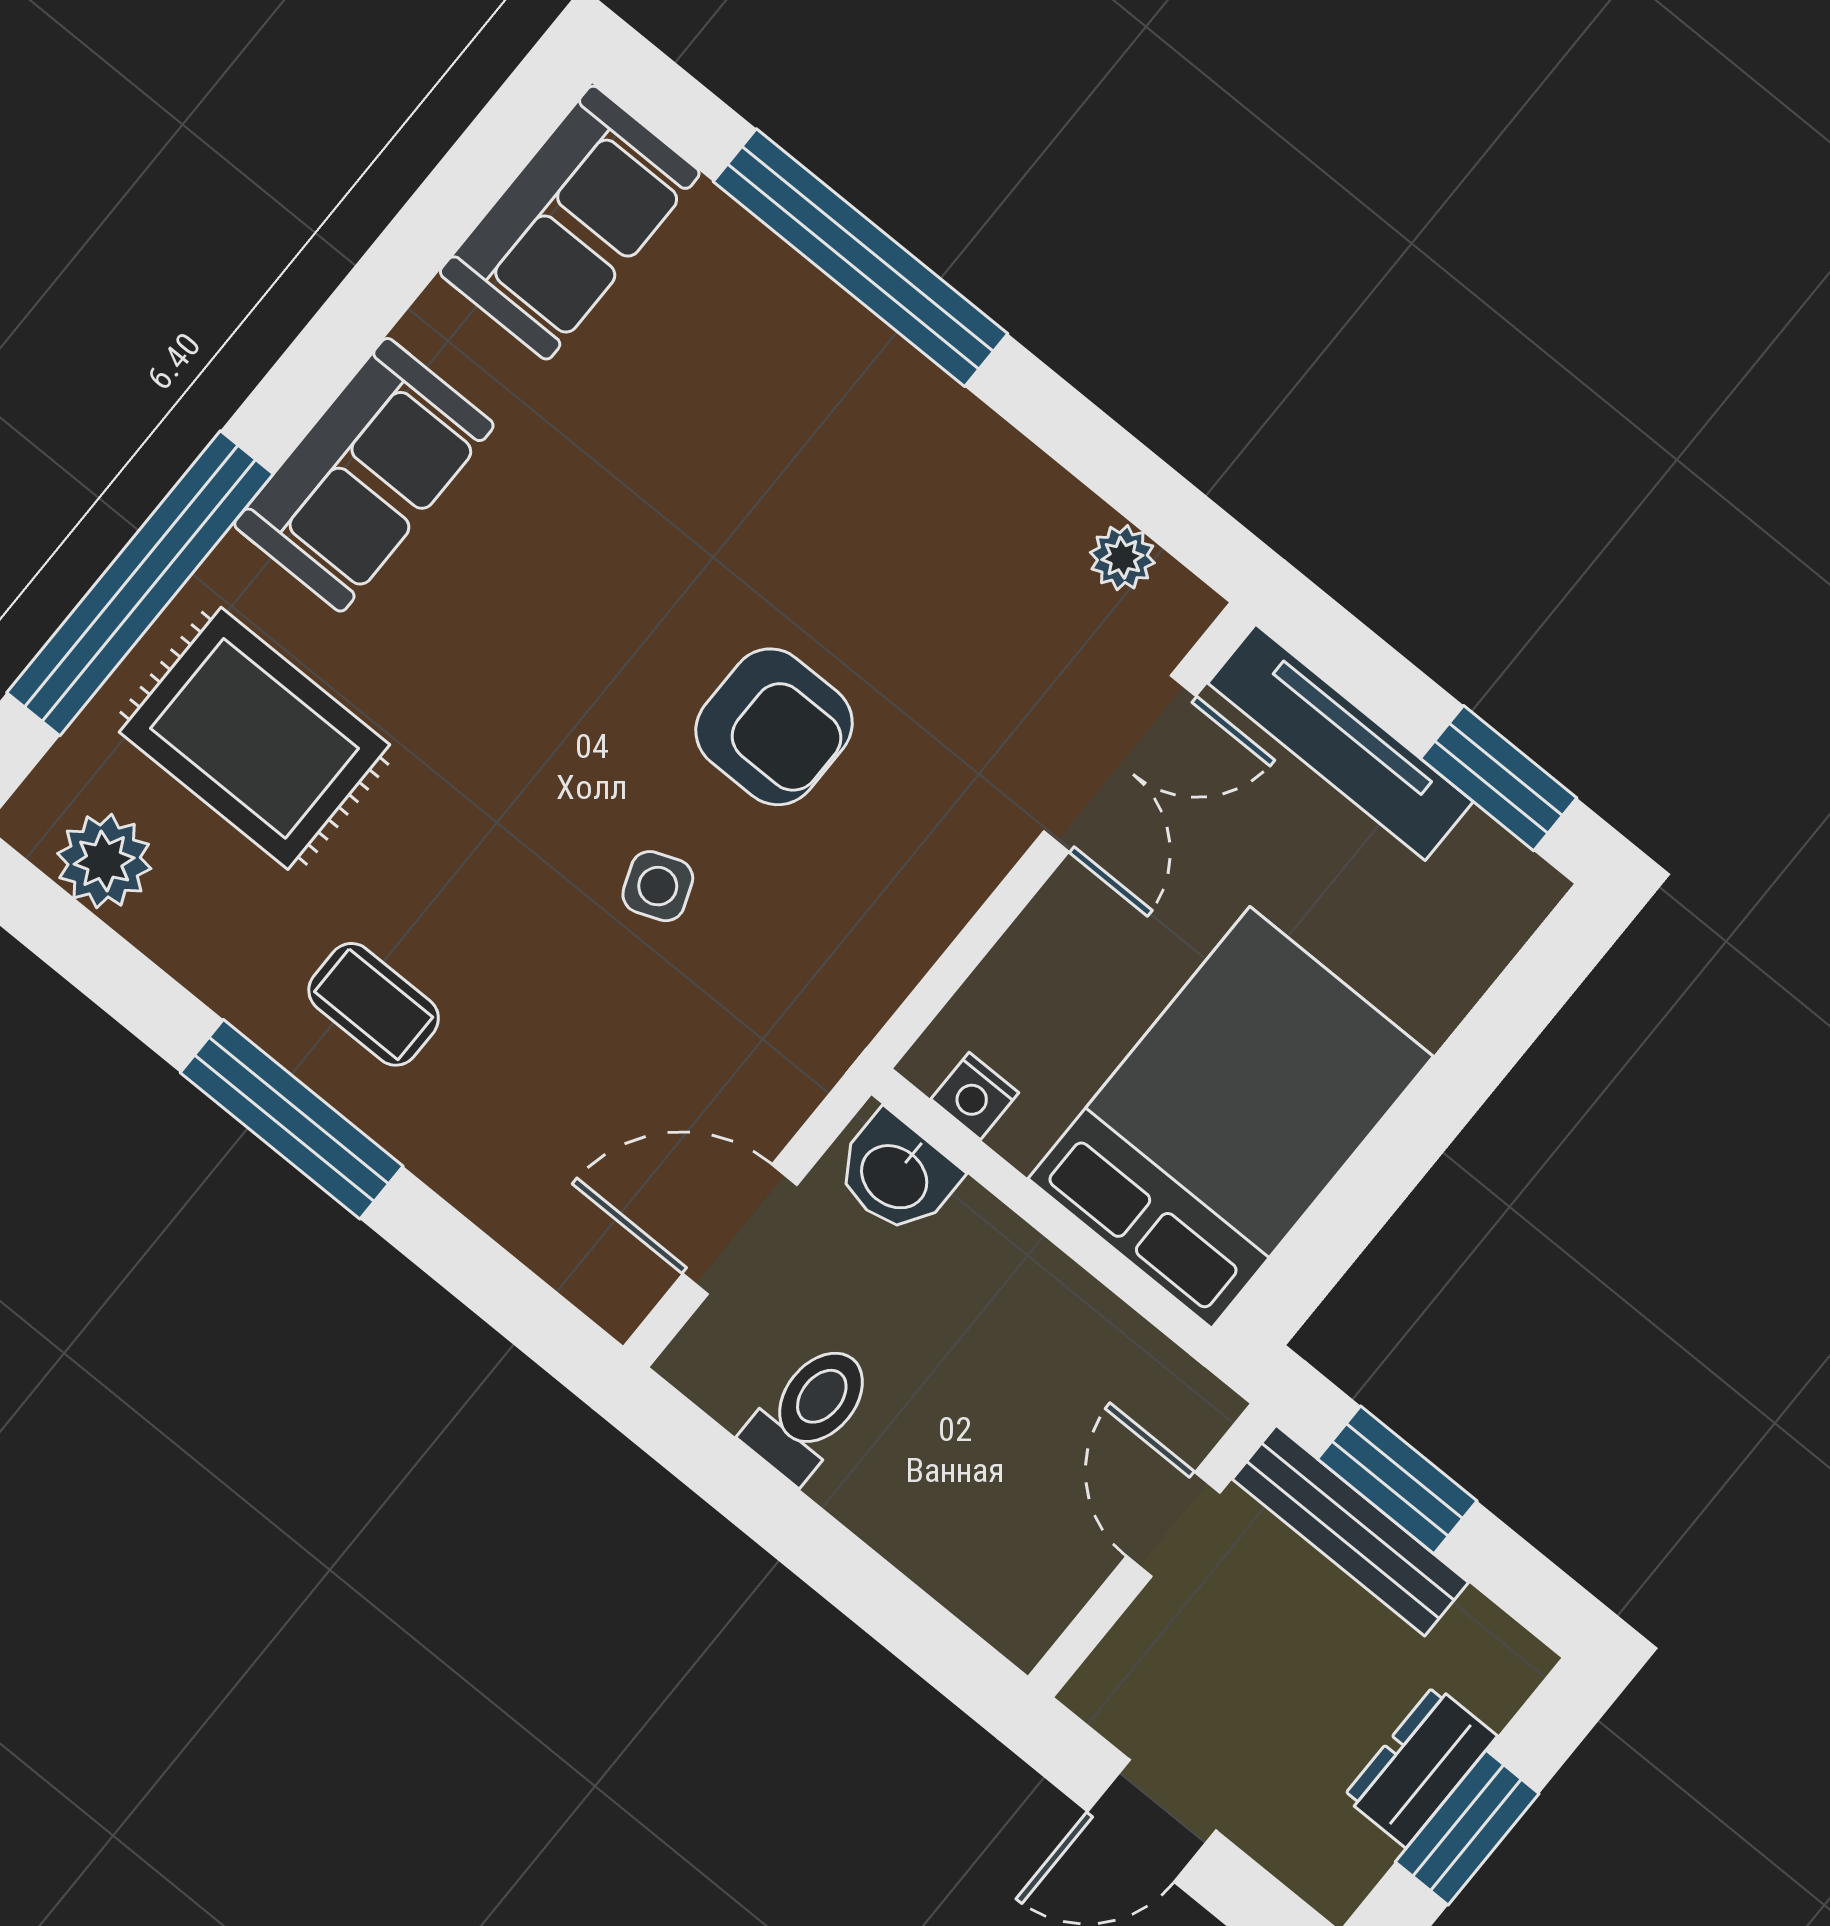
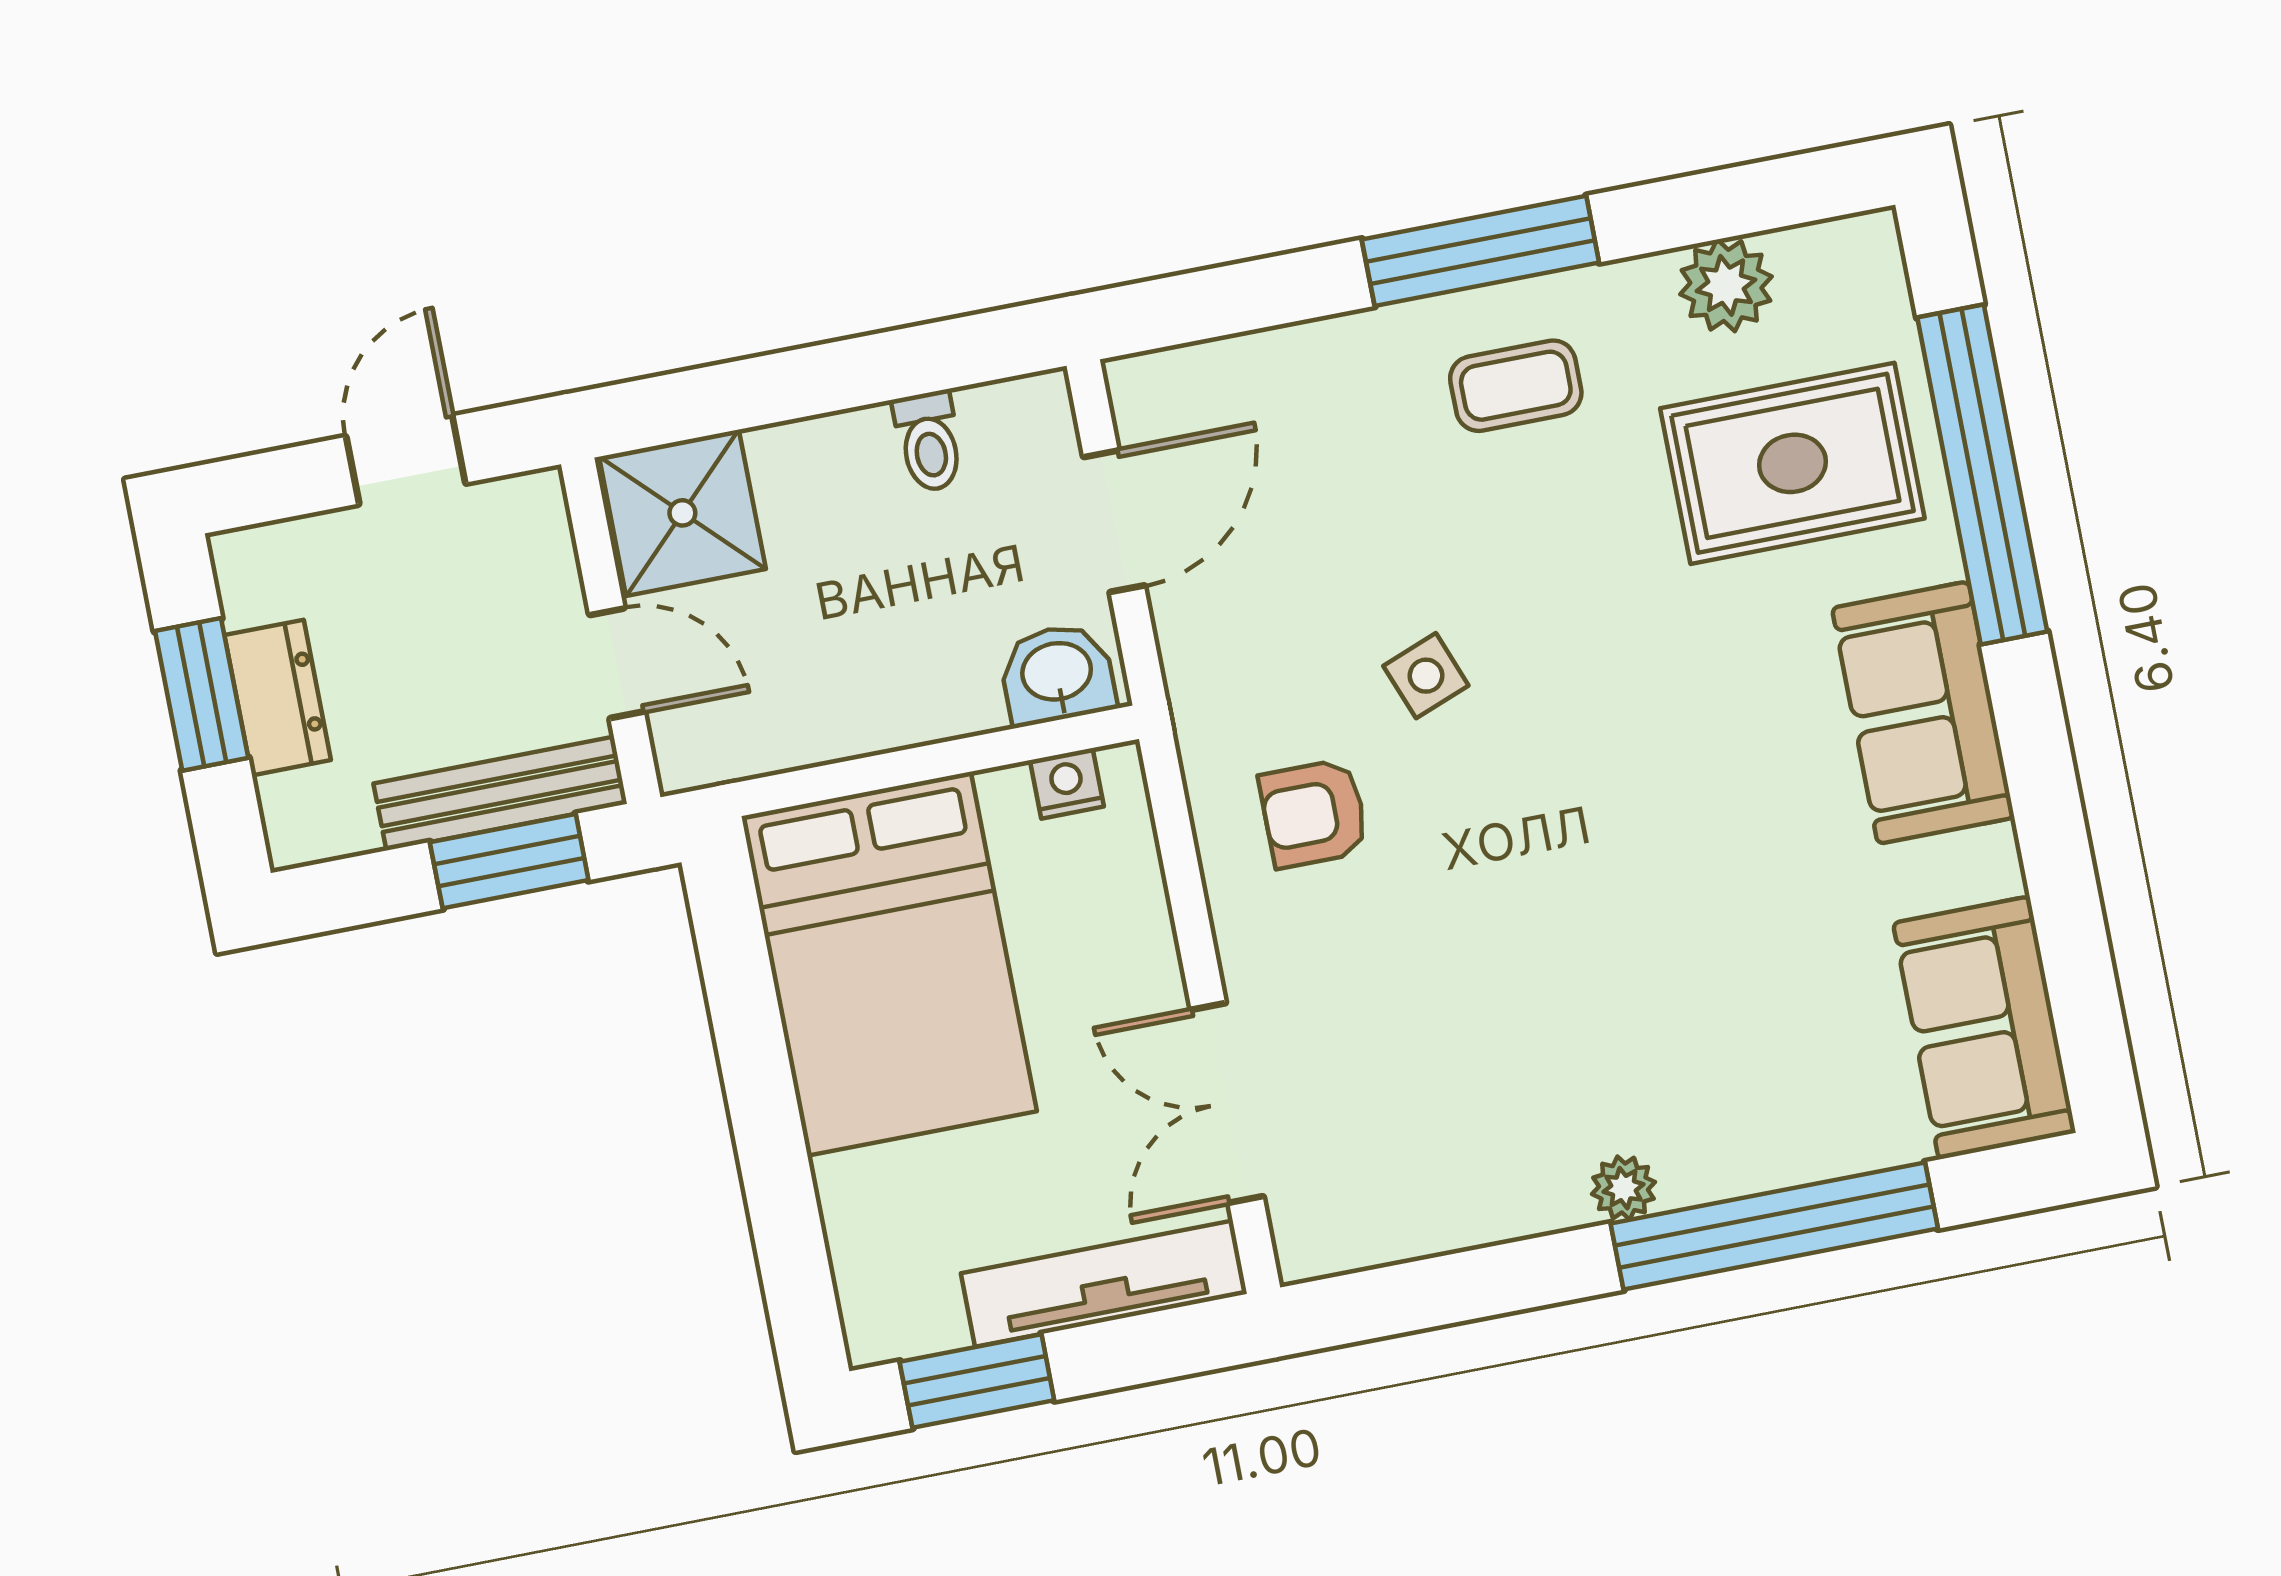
plant: (1122, 558) -> (1623, 1188), moved
armchair: (774, 727) -> (1314, 813), moved, width x0.72, depth x0.72
plant: (104, 861) -> (1726, 285), moved
toilet: (810, 1411) -> (929, 441), width x0.73, depth x0.72
shower: (1014, 1571) -> (682, 513), added

